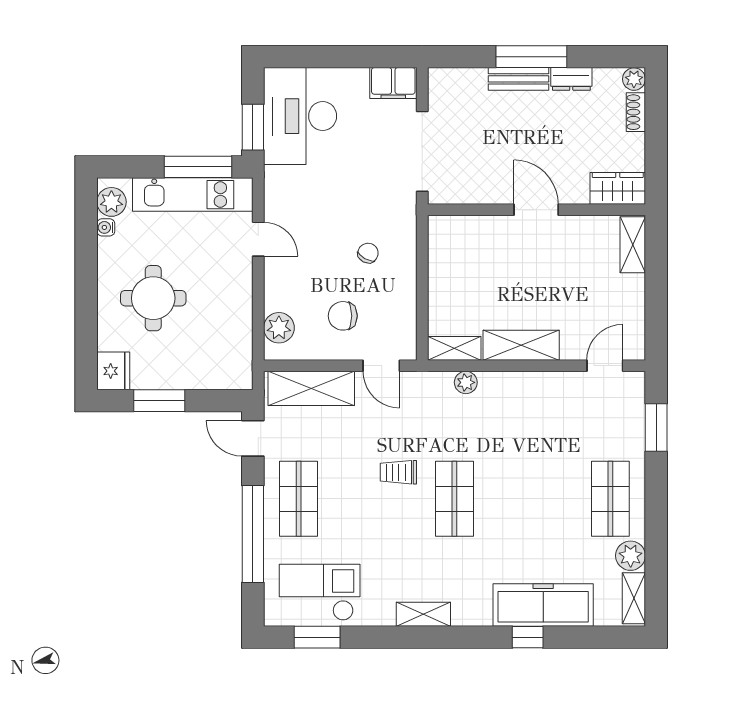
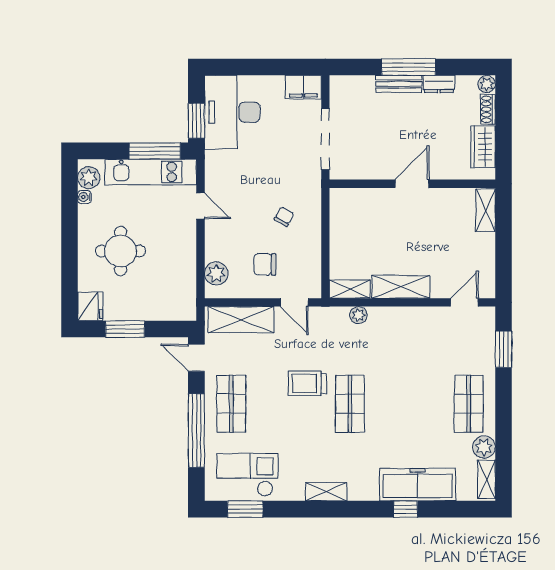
wardrobe: (618, 188) -> (483, 147), moved, turned -90
door: (536, 210) -> (412, 184), hinge flipped
trolley: (398, 472) -> (307, 383), width x1.36, depth x1.39

